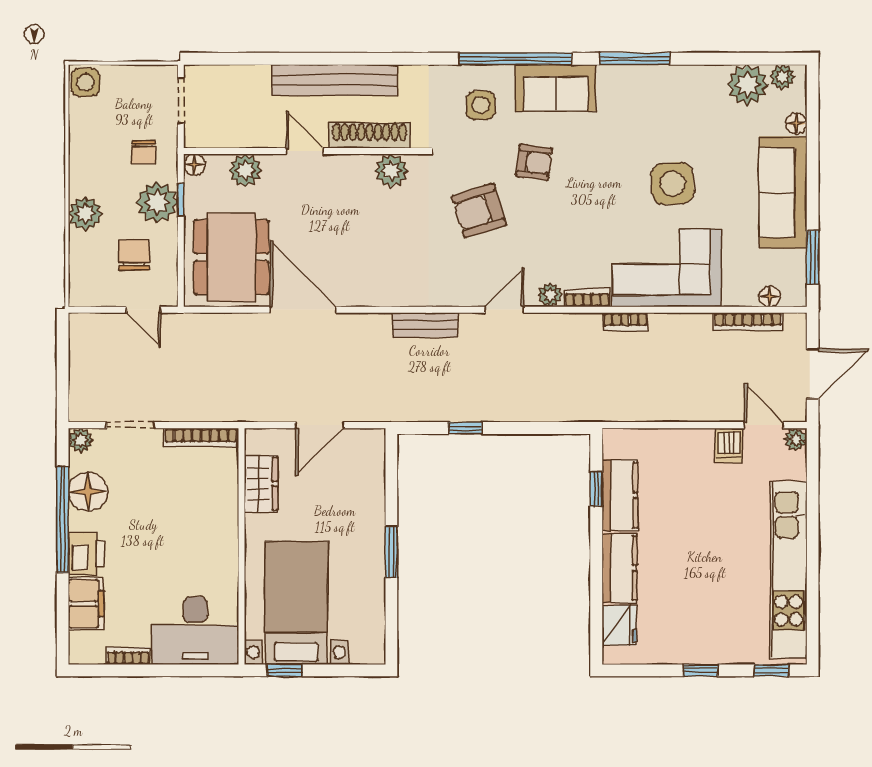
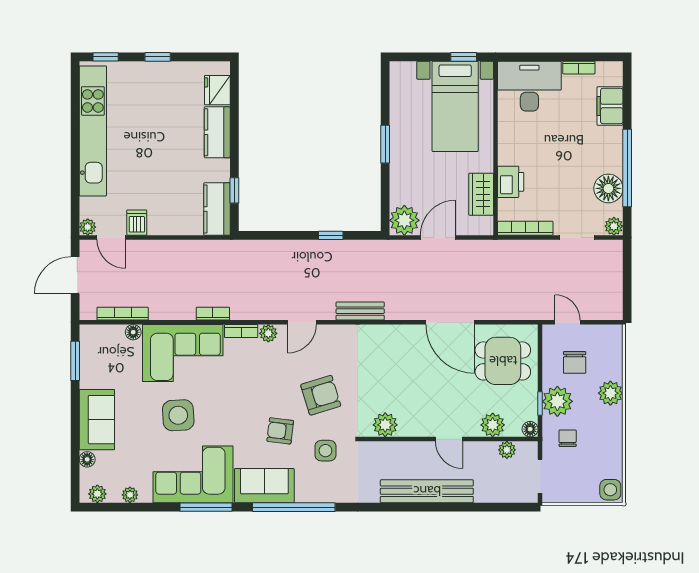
plant: (748, 85) -> (130, 495), width x0.53, depth x0.53
corner sofa: (652, 103) -> (193, 474), added
side table: (481, 105) -> (325, 451), moved
plant: (226, 136) -> (507, 450), added
shoe rack: (370, 136) -> (401, 450), removed
sofa: (783, 192) -> (97, 420), width x0.73
dining table: (231, 257) -> (503, 361), width x0.73
floor lamp: (770, 296) -> (133, 332), moved
plant: (365, 448) -> (404, 220), added
kitchen counter: (620, 495) -> (217, 209), moved
printer: (86, 554) -> (511, 182), moved, turned 180

